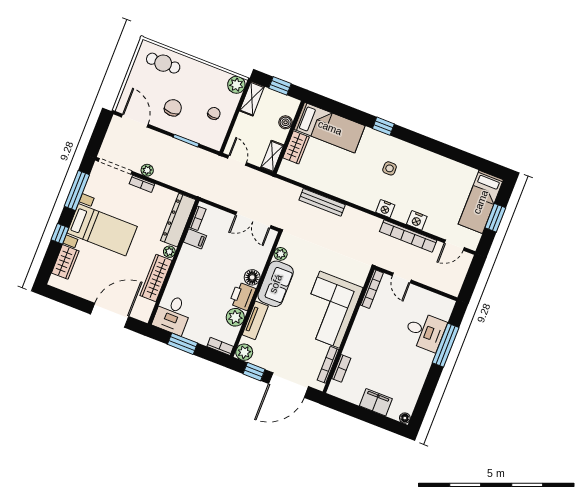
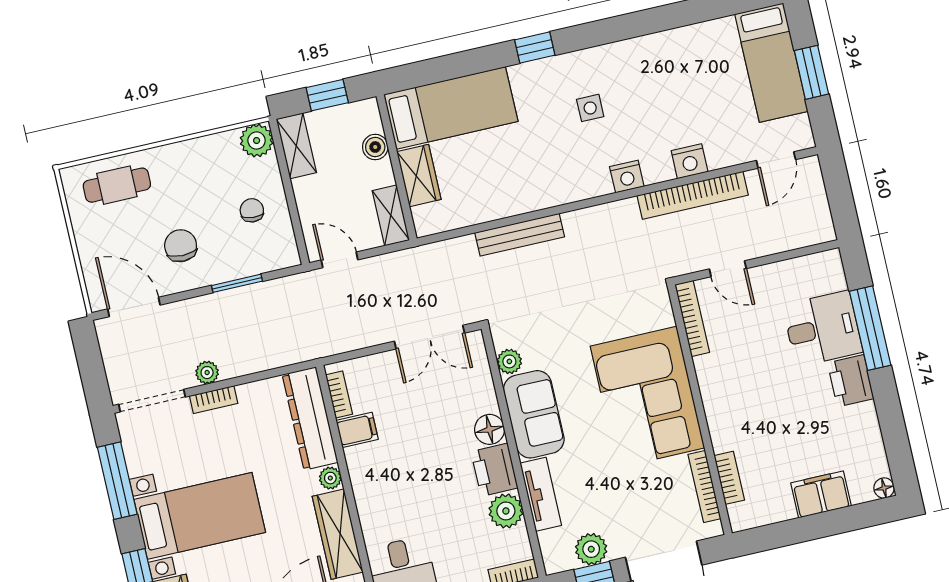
plant: (244, 352) -> (591, 549), moved
printer: (422, 362) -> (851, 381), added

